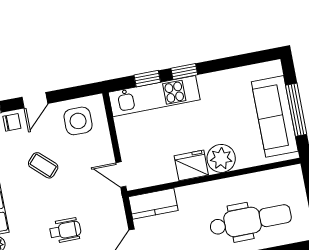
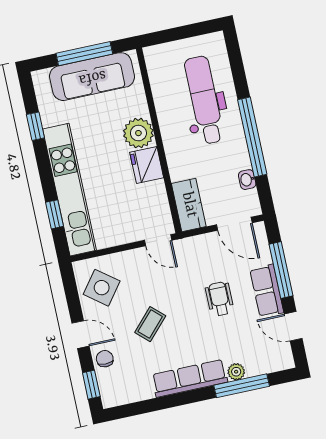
window: (184, 72) -> (35, 126), moved
kitchen unit: (154, 96) -> (69, 190), width x1.36
side table: (78, 121) -> (102, 288), turned 37
door: (121, 174) -> (158, 240), hinge flipped

